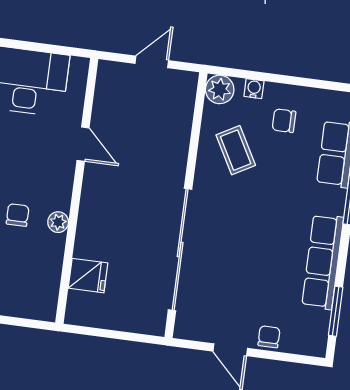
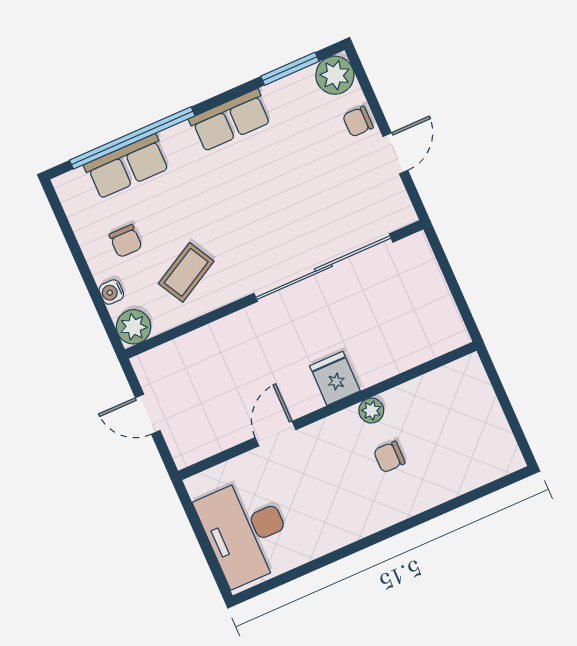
row of seats: (323, 262) -> (230, 120), width x0.68
fridge: (88, 276) -> (335, 378), moved
plant: (312, 340) -> (335, 75), added

